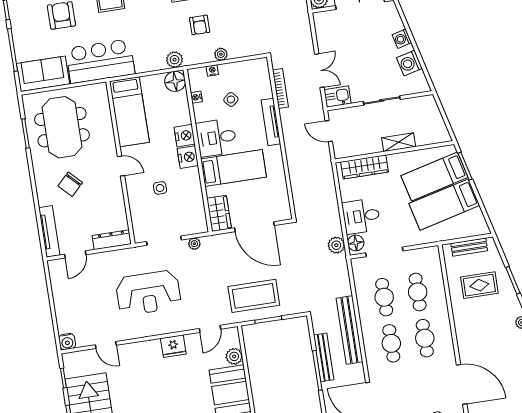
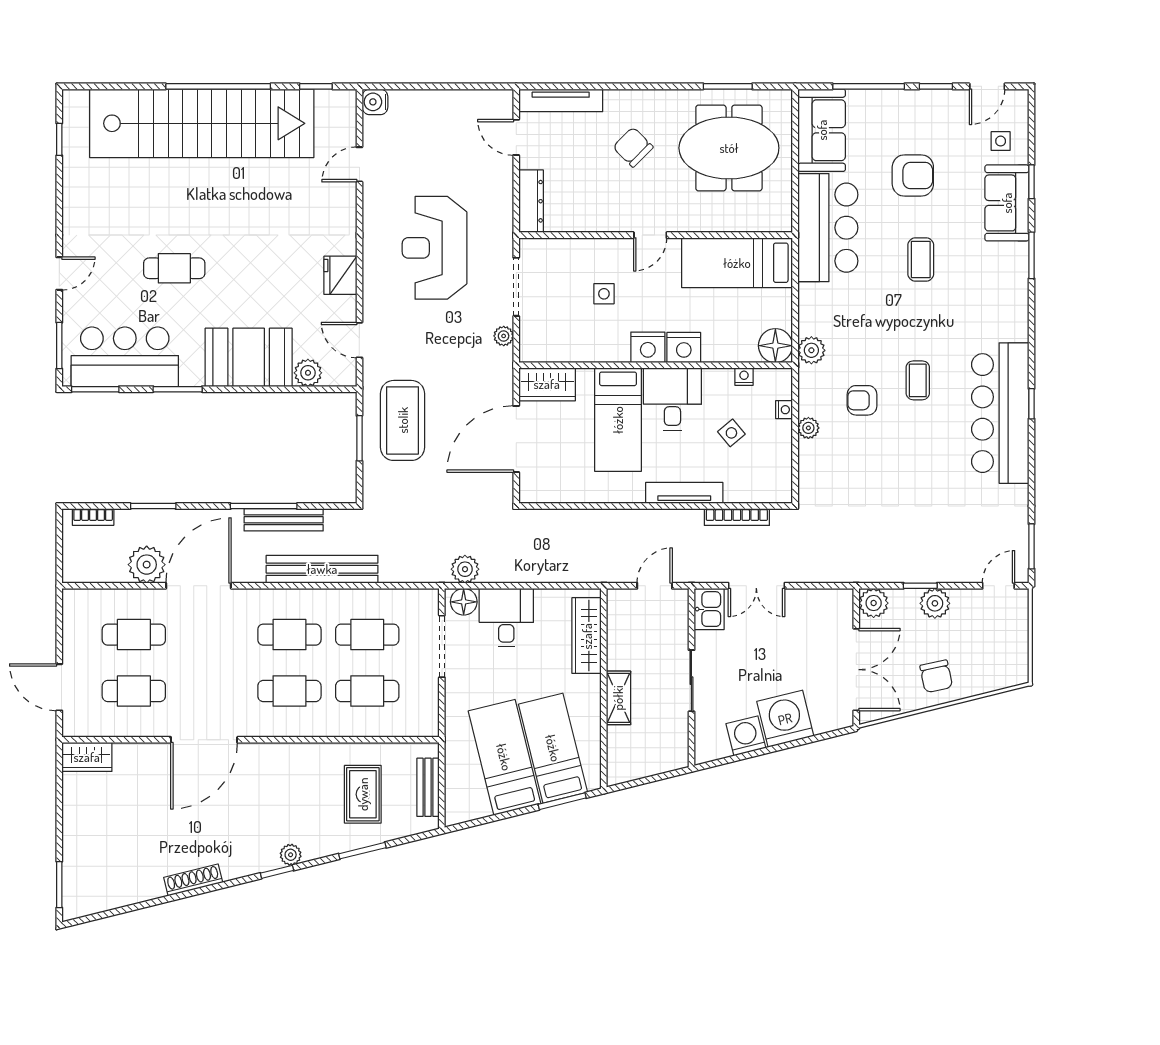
washing machine: (402, 39) -> (785, 719), width x1.89, depth x1.89

